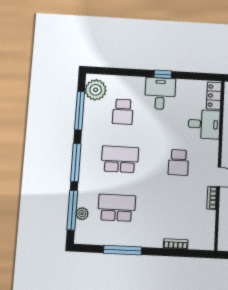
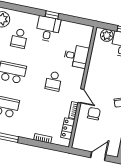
locker: (214, 96) -> (68, 129), moved

